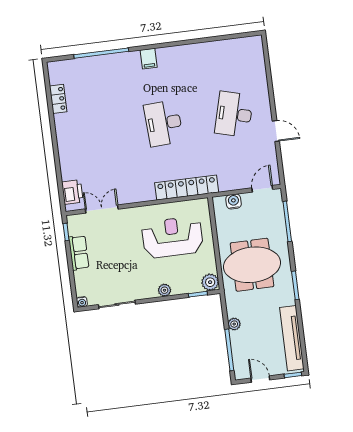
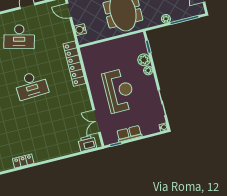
reception desk: (172, 237) -> (119, 91), moved, turned 180
plant: (210, 282) -> (144, 60), moved

